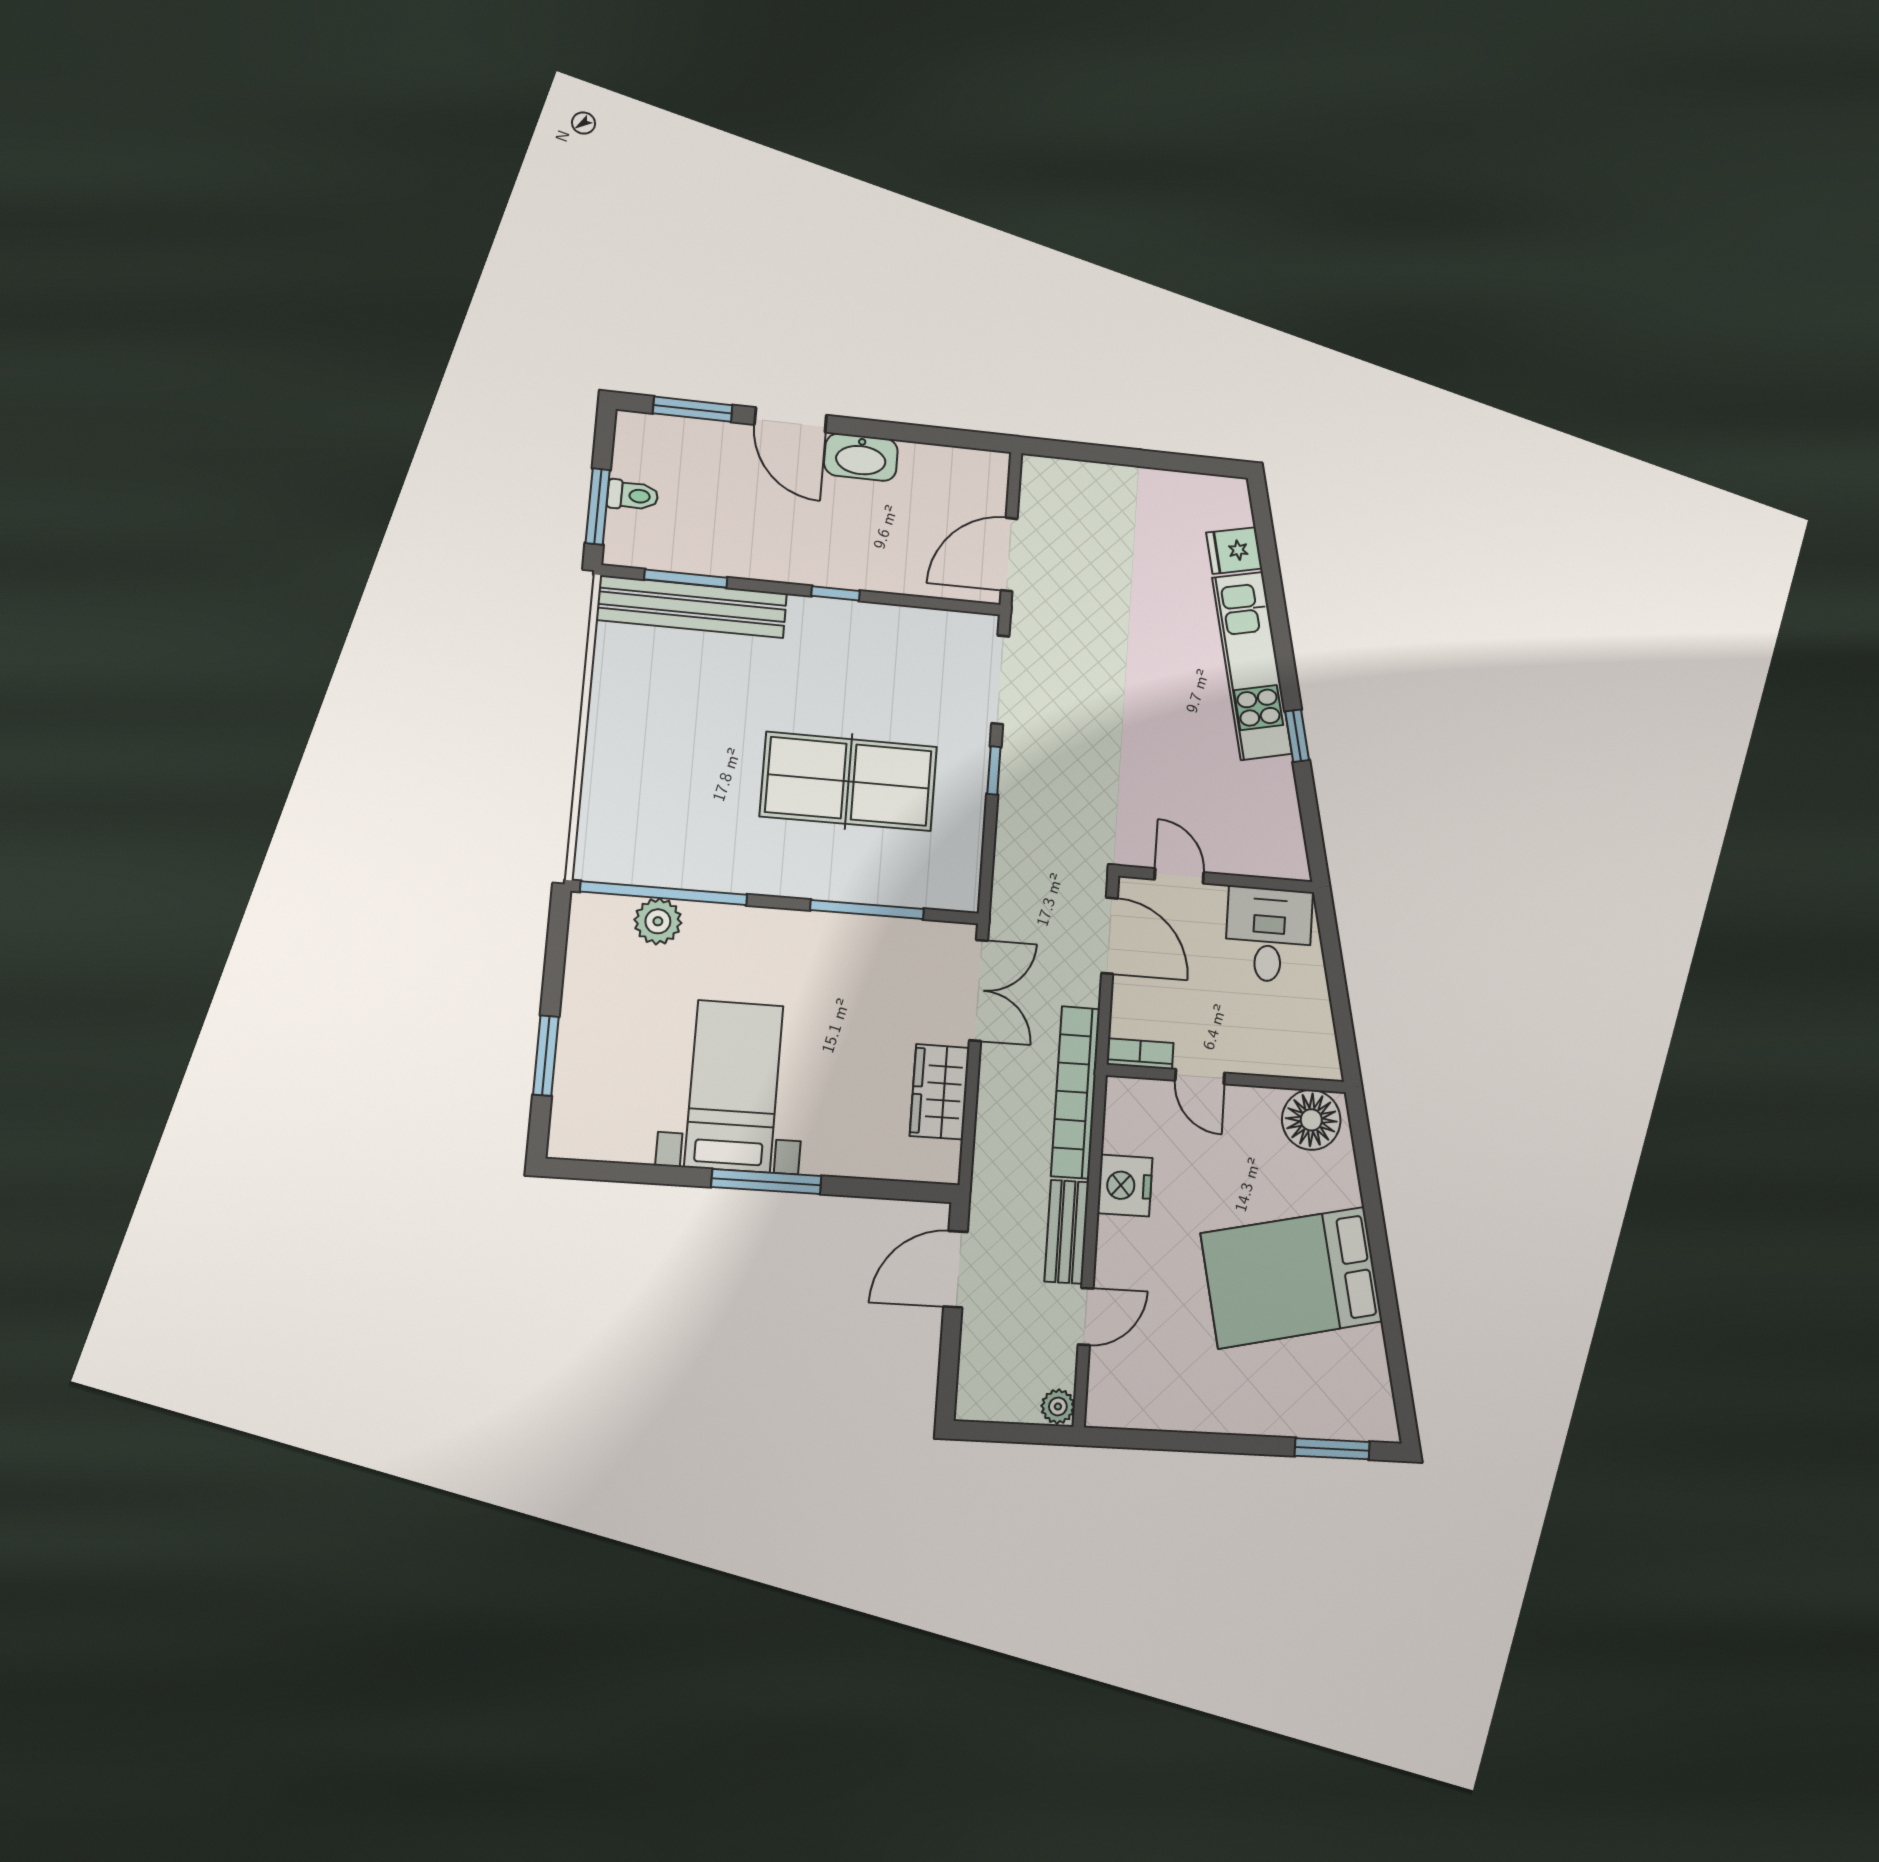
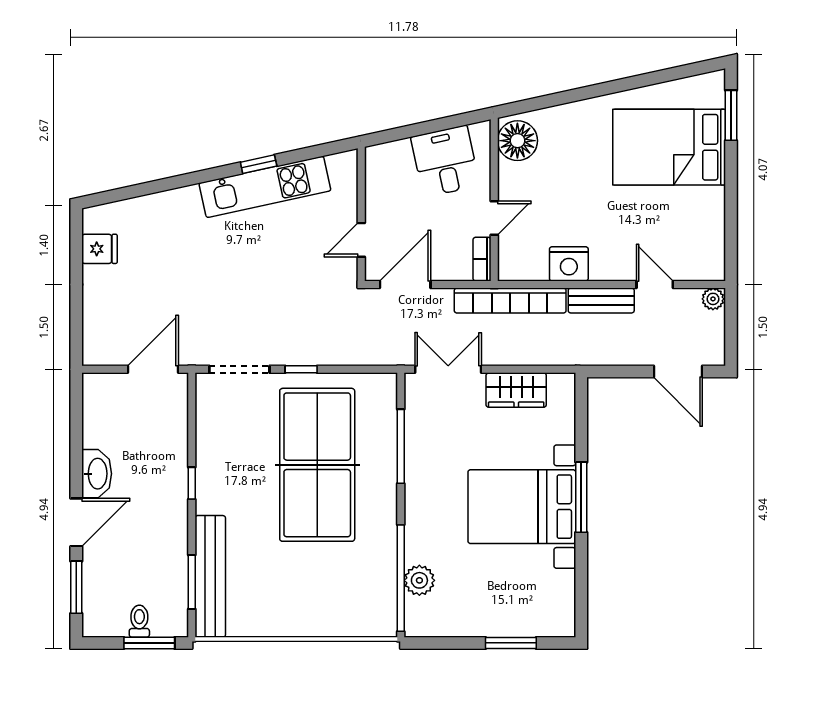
fridge: (1234, 551) -> (99, 249), moved, turned -78
door: (1009, 555) -> (153, 369), swing flipped
kitchen unit: (1252, 666) -> (265, 187), moved
table tennis table: (849, 781) -> (317, 465), width x1.36, depth x1.32
desk: (1269, 935) -> (445, 161), moved, turned 78
bed with nightstands: (734, 1086) -> (522, 507), width x1.36
door: (955, 1269) -> (678, 372), moved
bed: (1292, 1277) -> (669, 147), moved, turned 102

